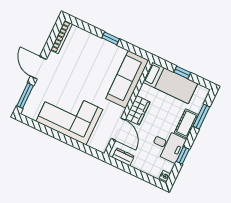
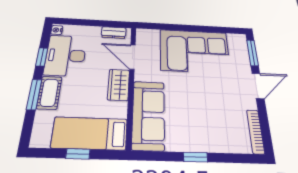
door: (38, 68) -> (258, 86), hinge flipped
window: (201, 117) -> (34, 94), moved
desk: (168, 145) -> (66, 55), width x1.37

